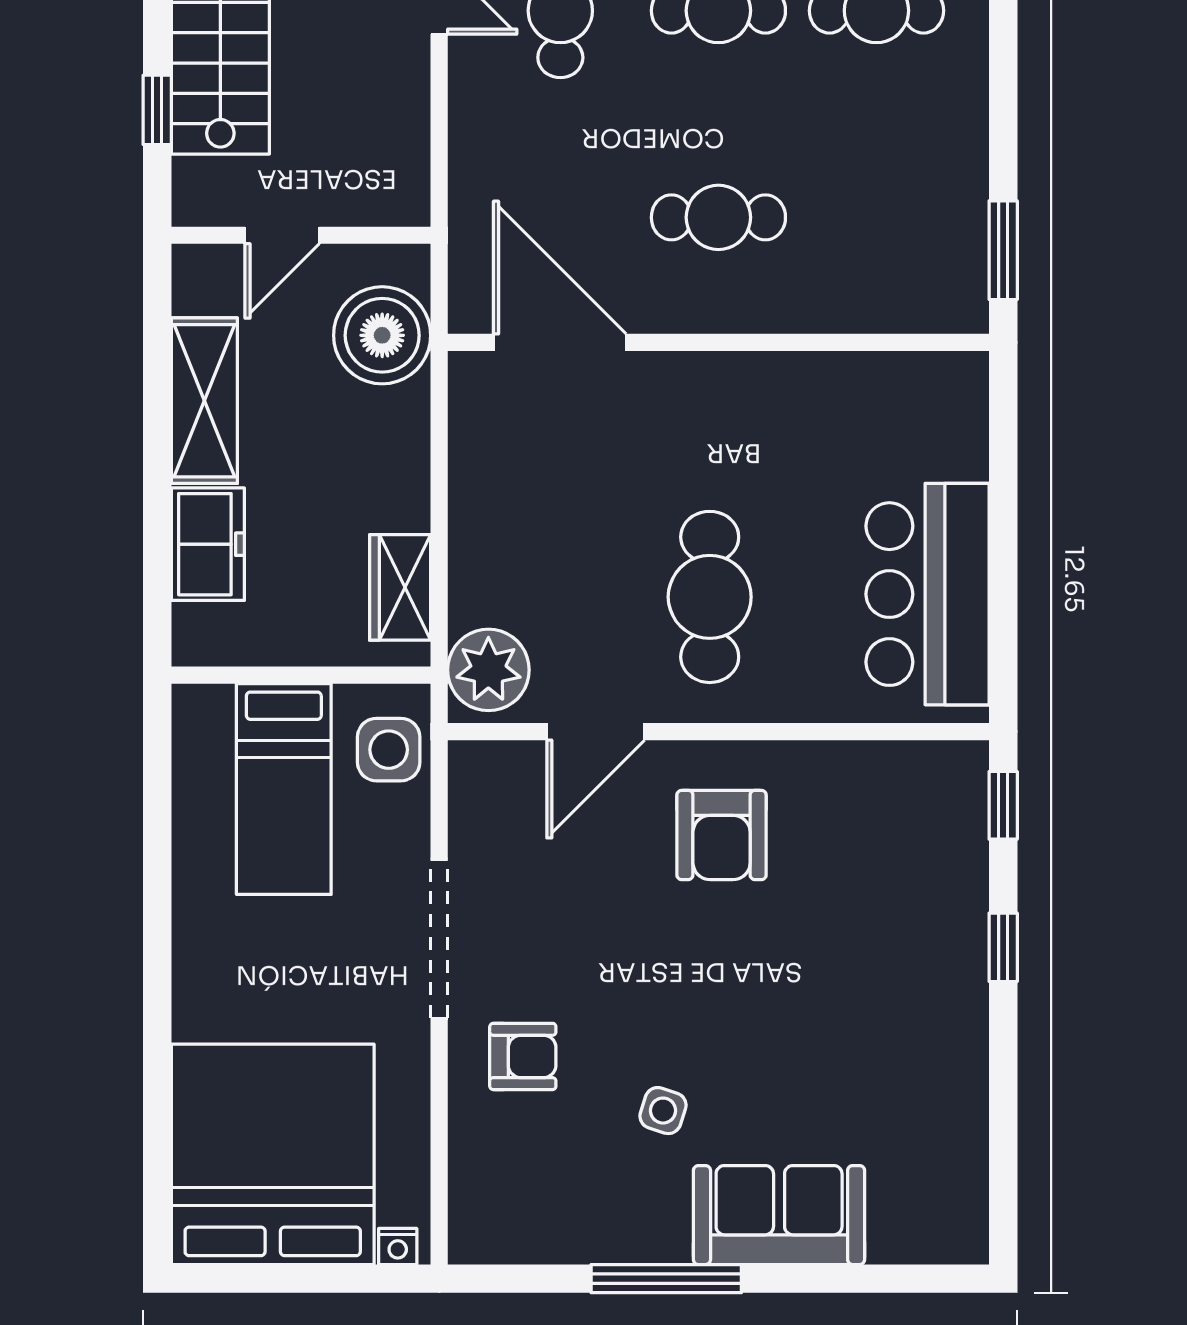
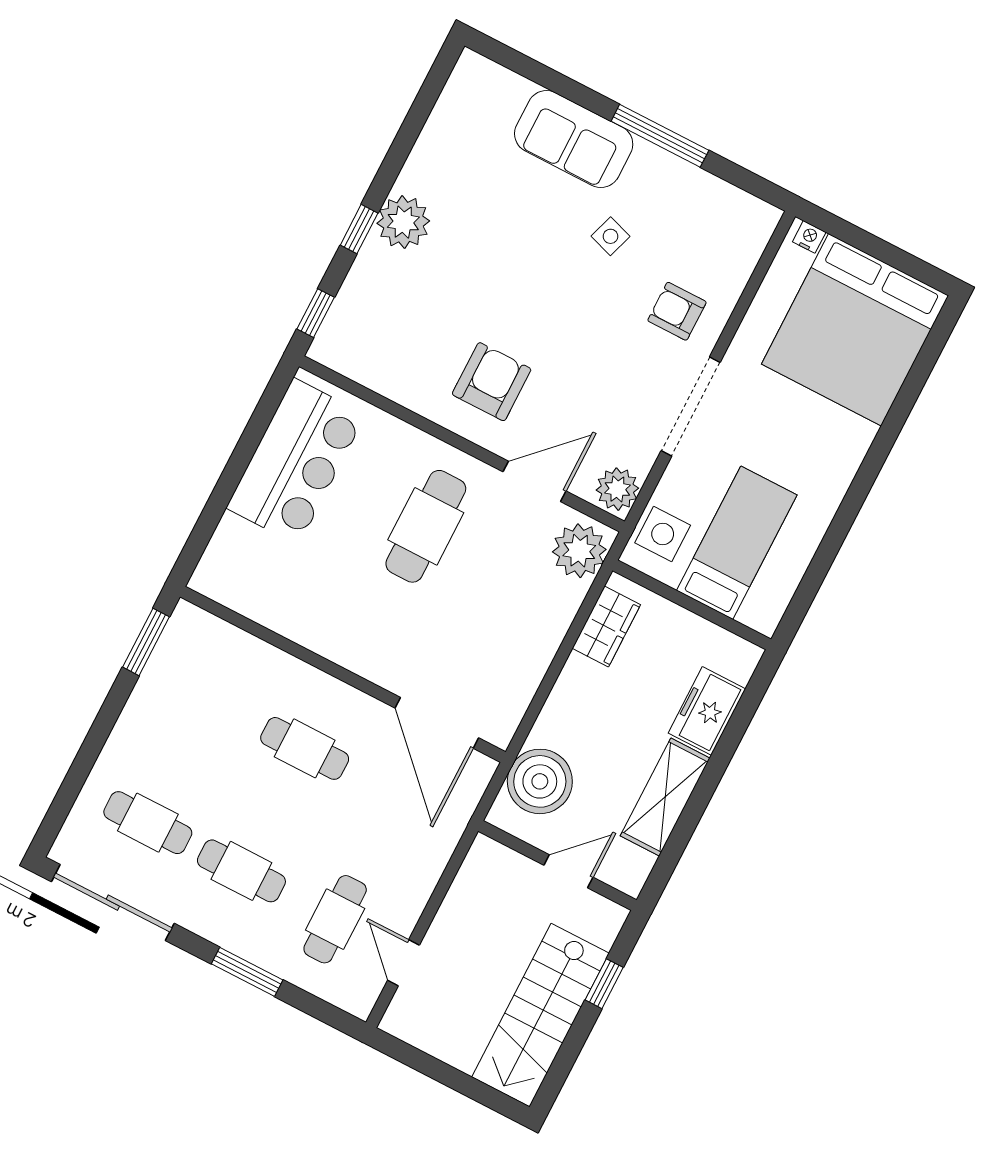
plant: (480, 778) -> (617, 489), added
plant: (949, 987) -> (403, 222), added

